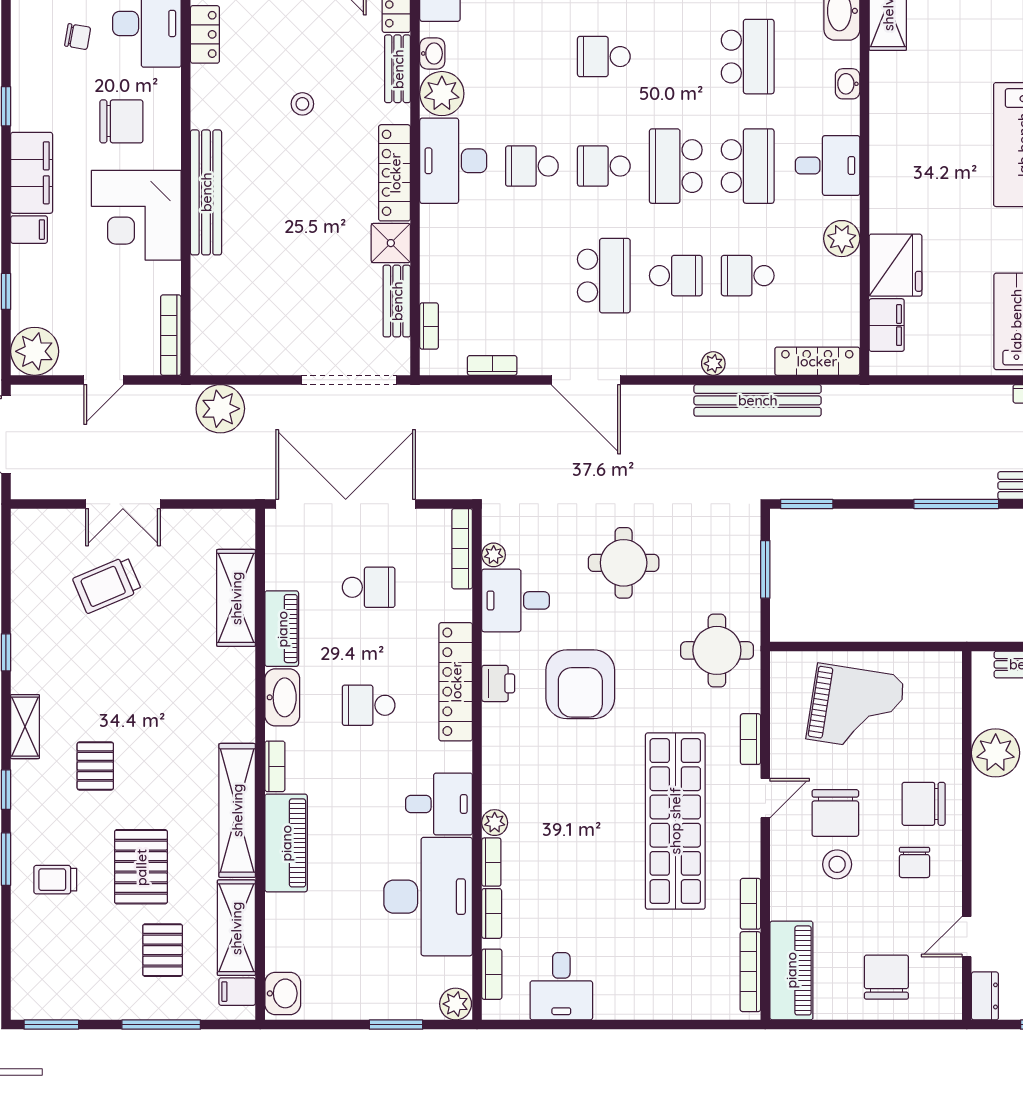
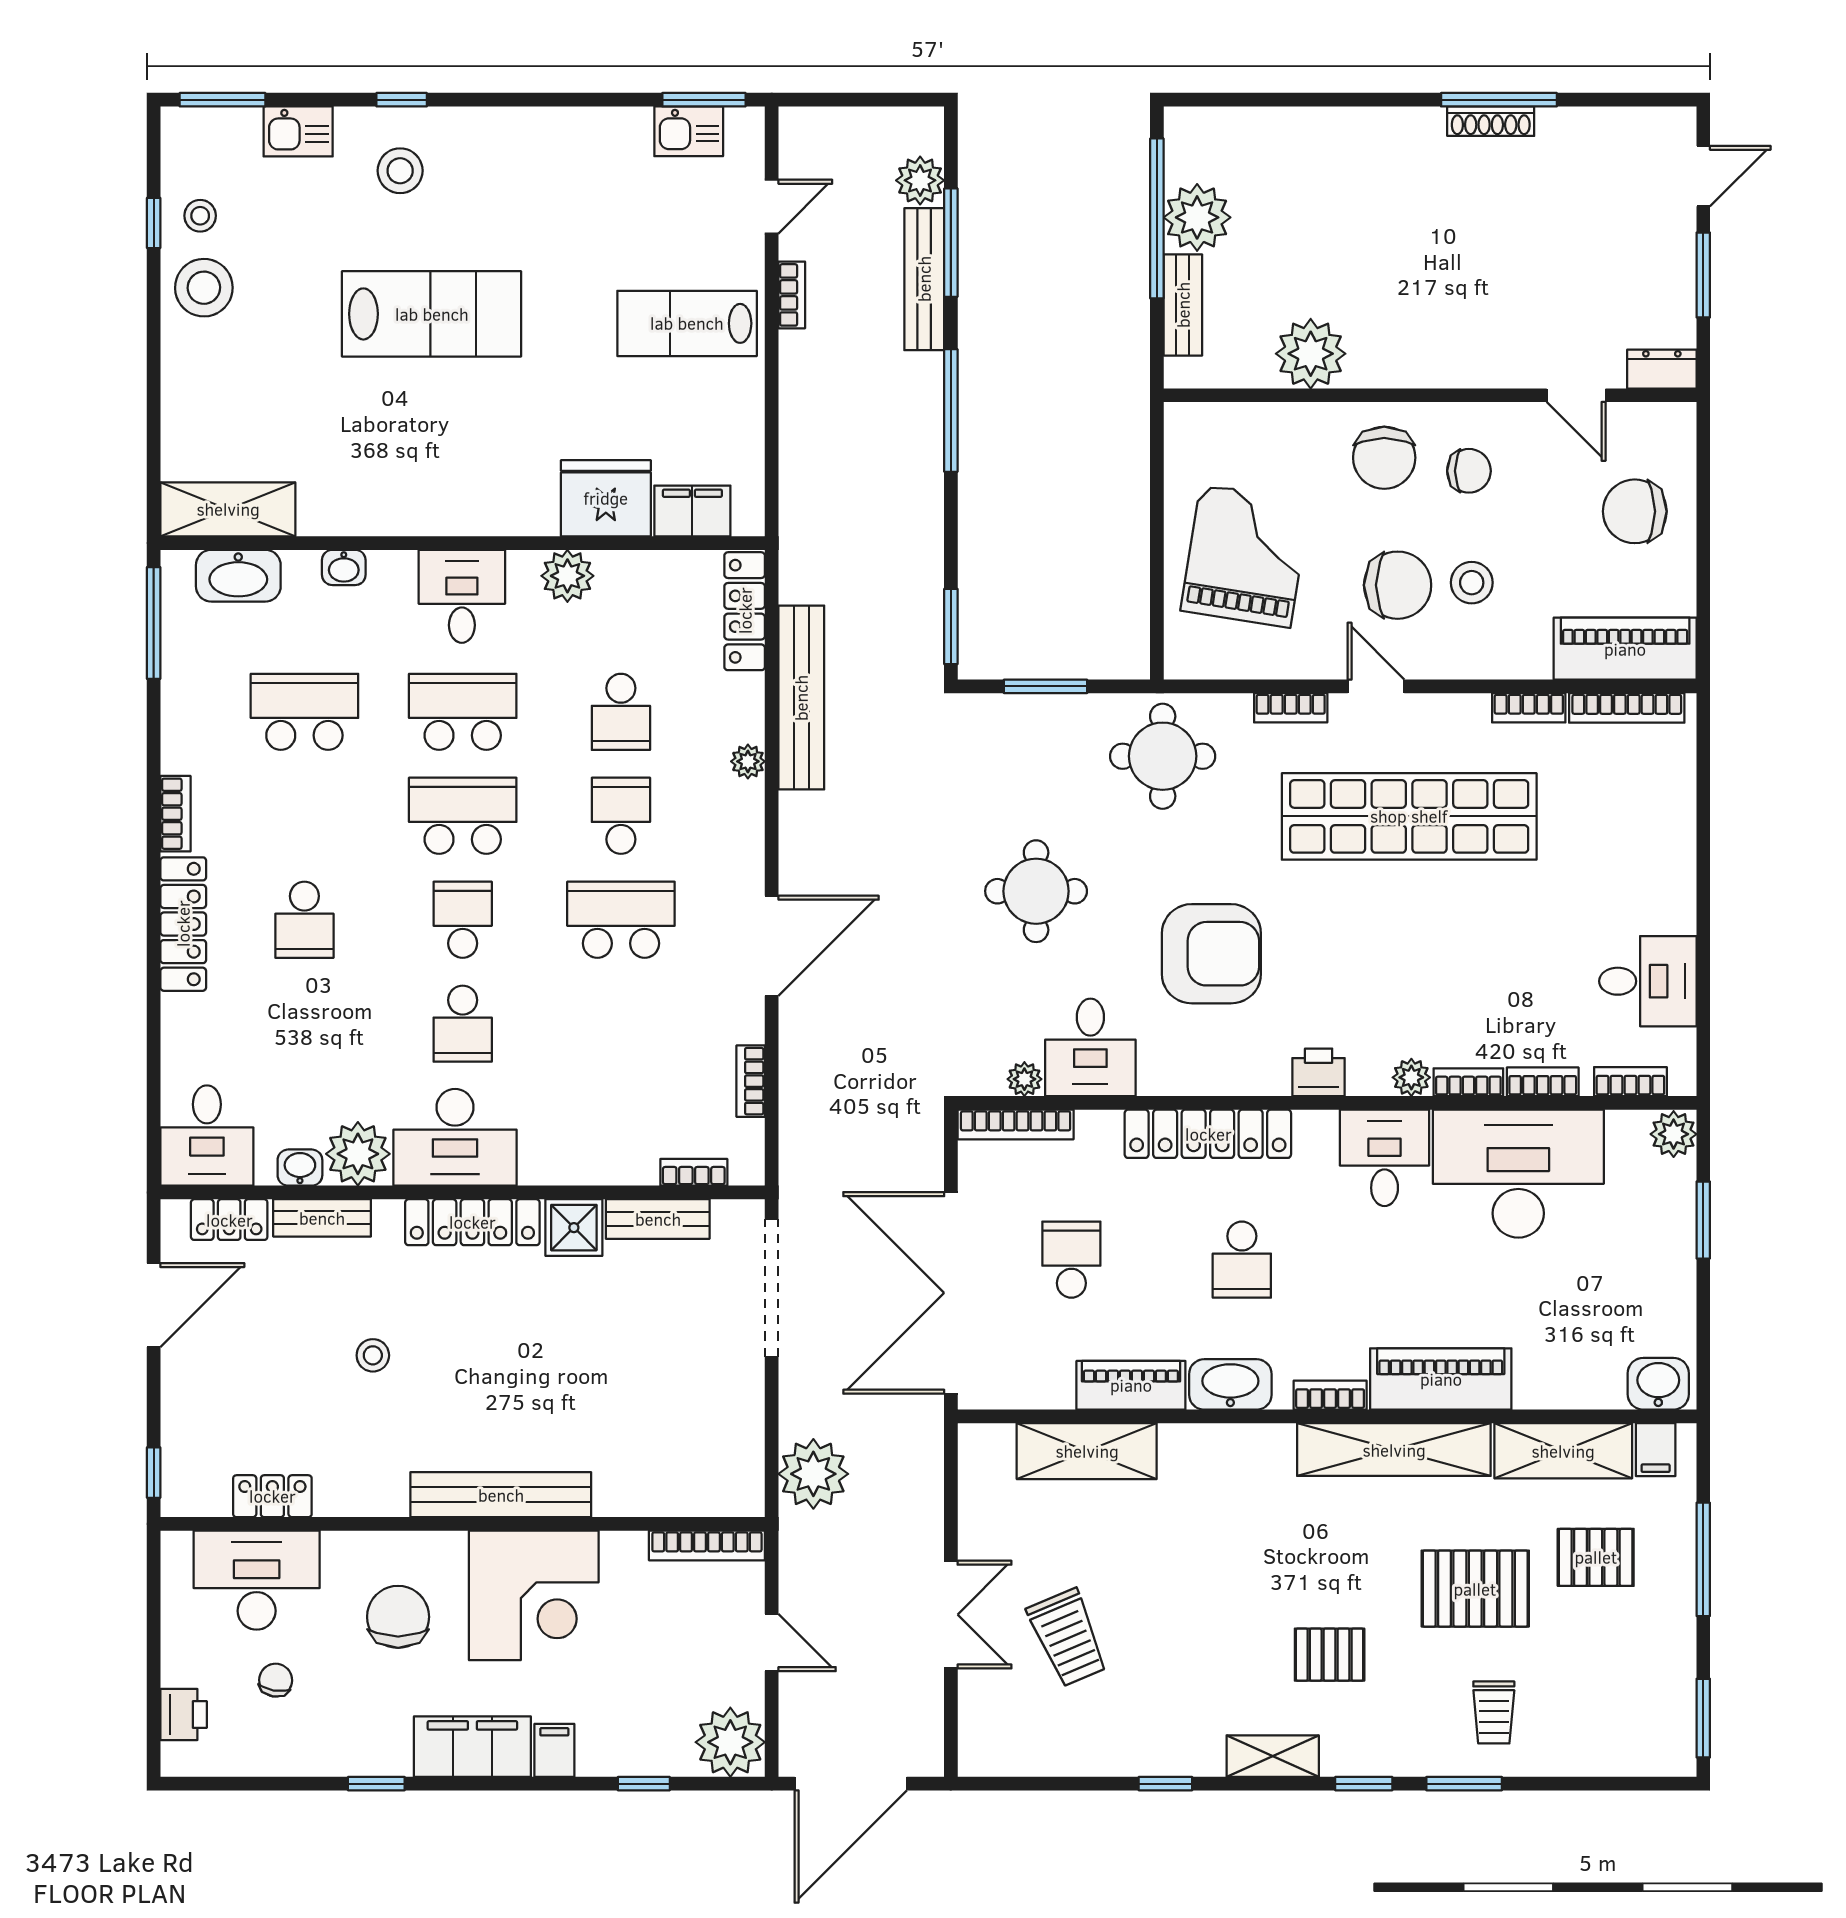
school desk: (604, 166) -> (463, 920), turned 180
school desk: (676, 166) -> (463, 816), turned 180
printer: (498, 683) -> (1319, 1072), moved

